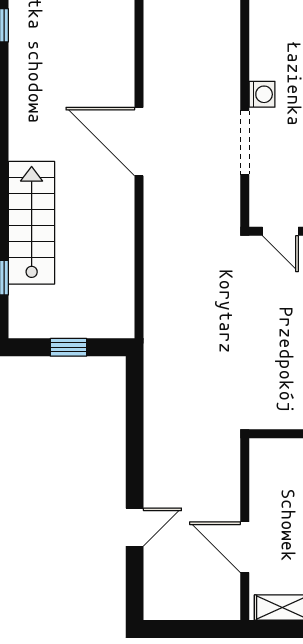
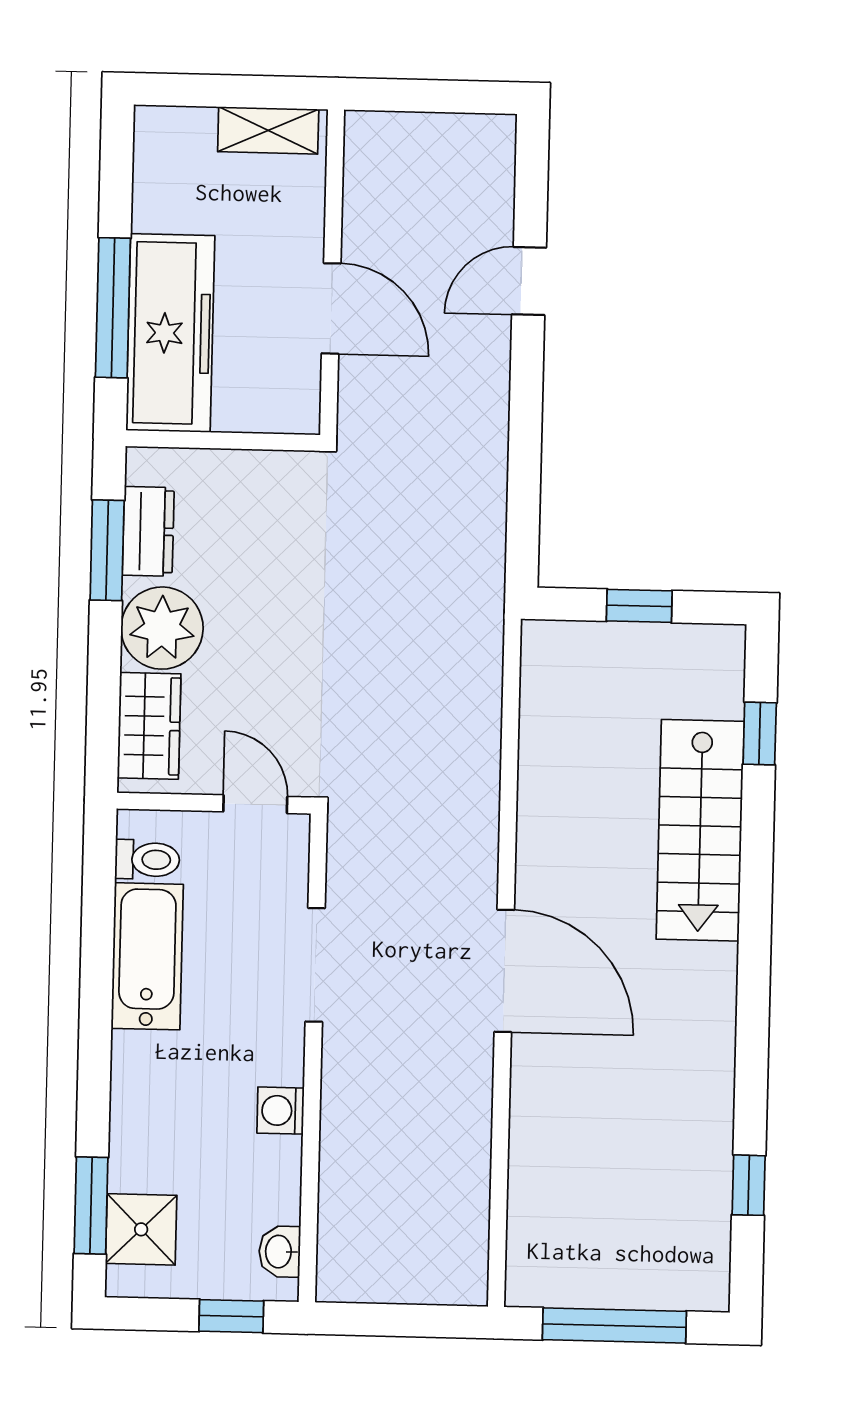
washing machine: (262, 94) -> (281, 1111), moved
door: (245, 547) -> (331, 308), moved

